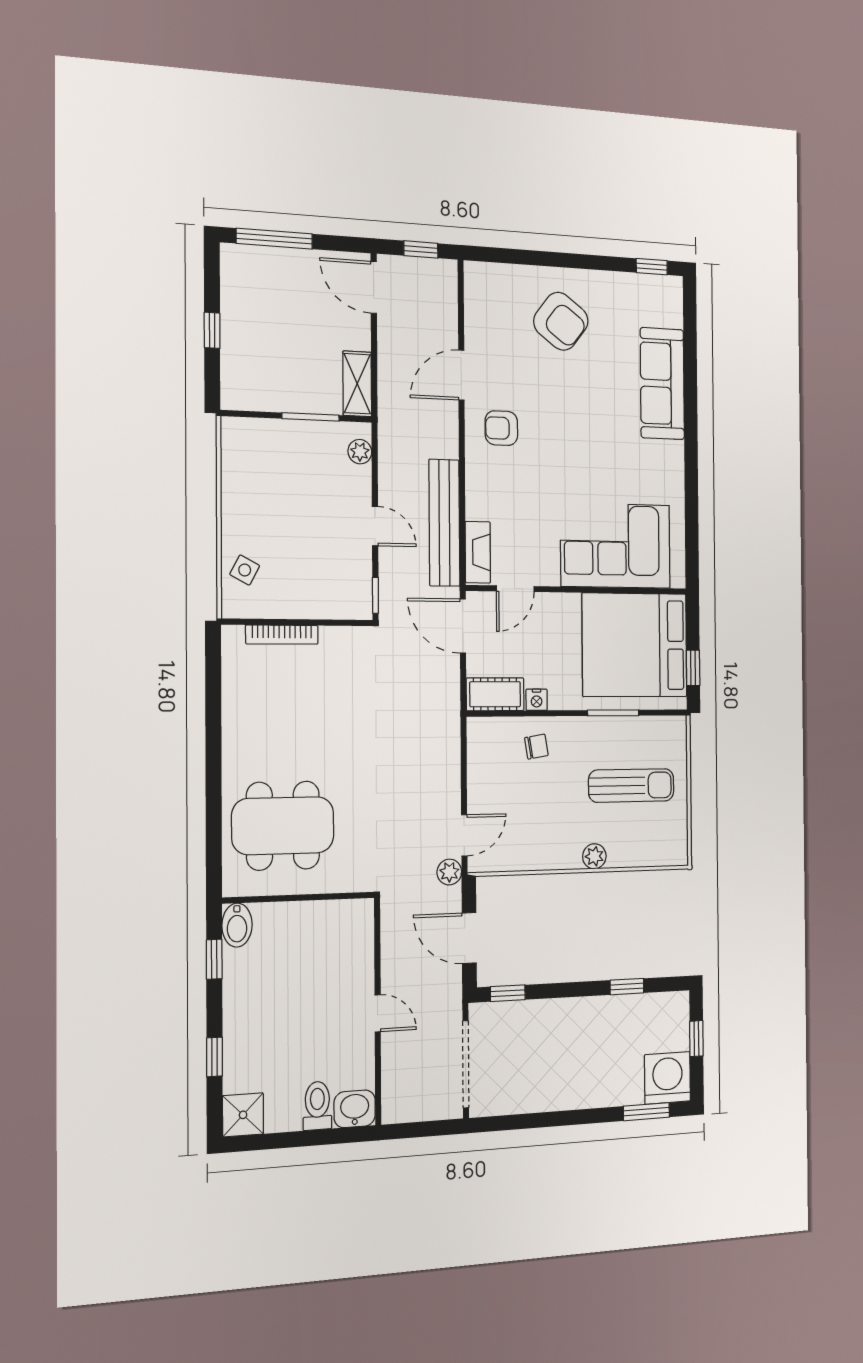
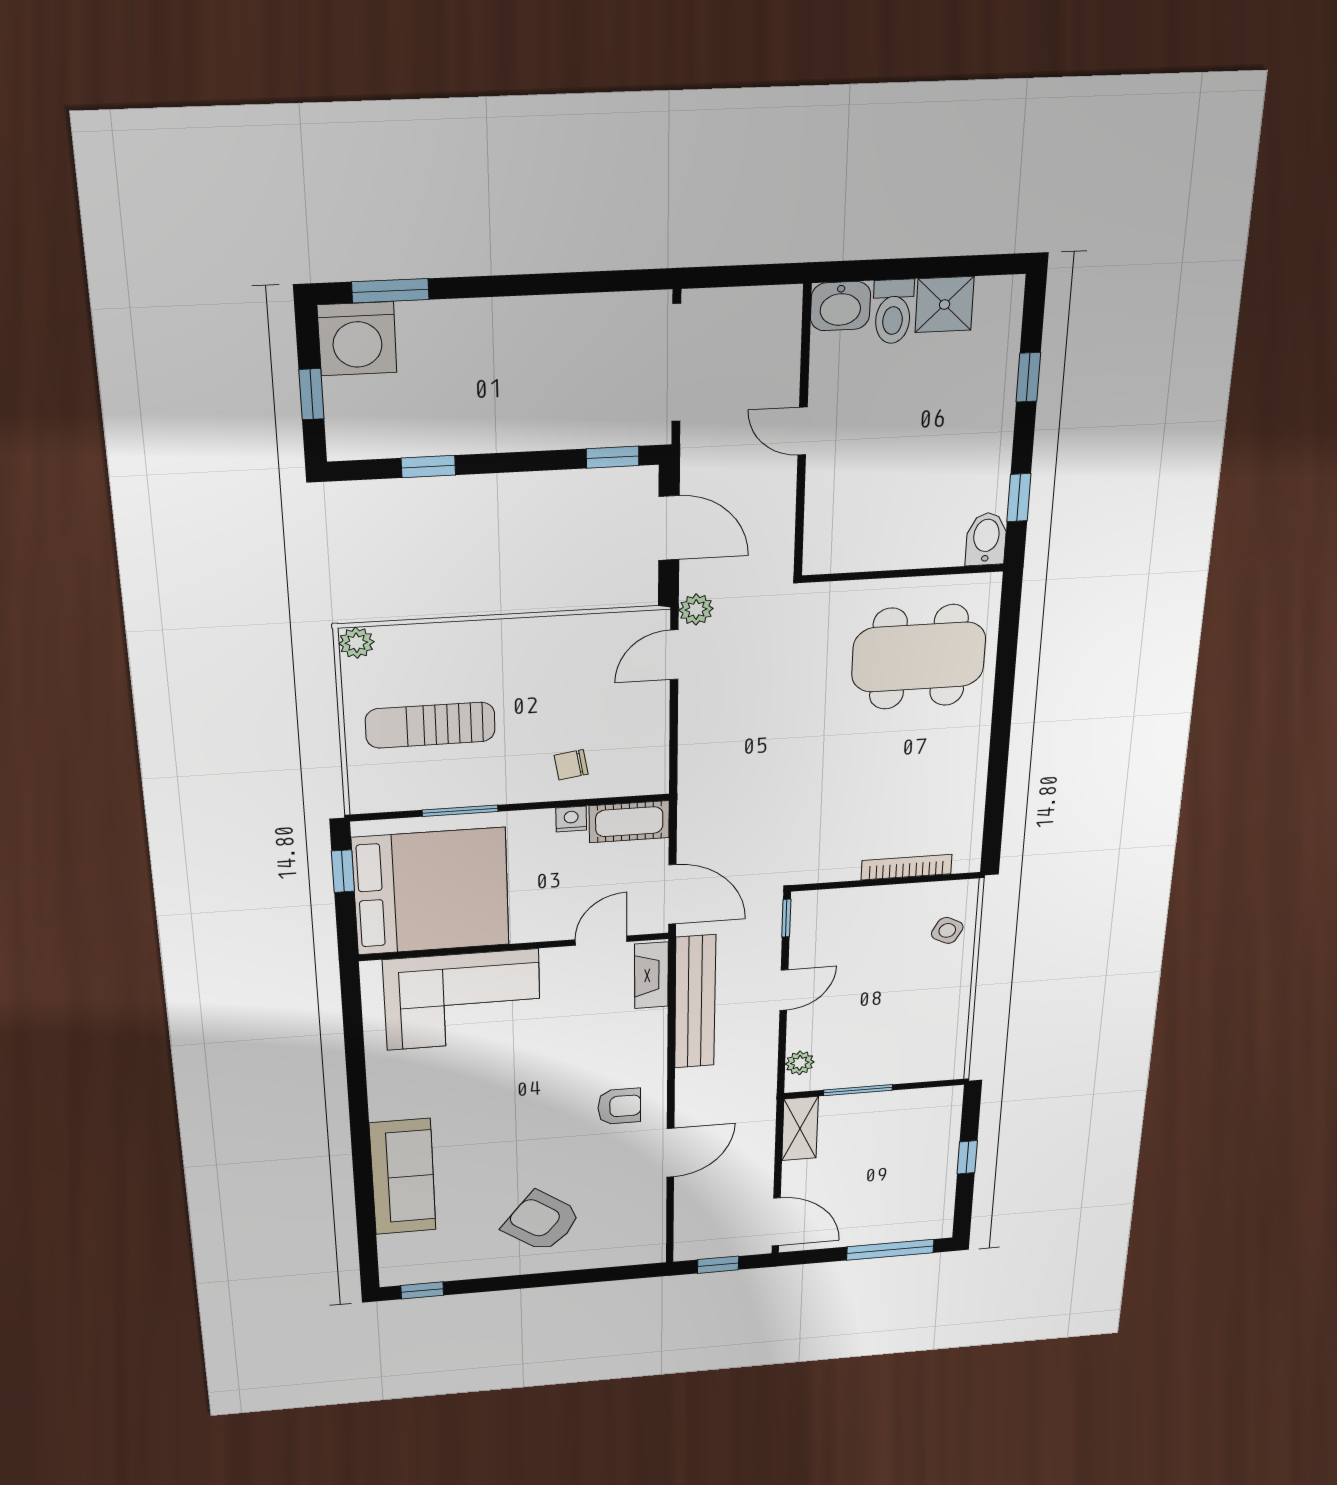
door: (375, 526) -> (784, 990), swing flipped
plant: (594, 856) -> (356, 643), moved
shower: (243, 1115) -> (945, 305), moved

